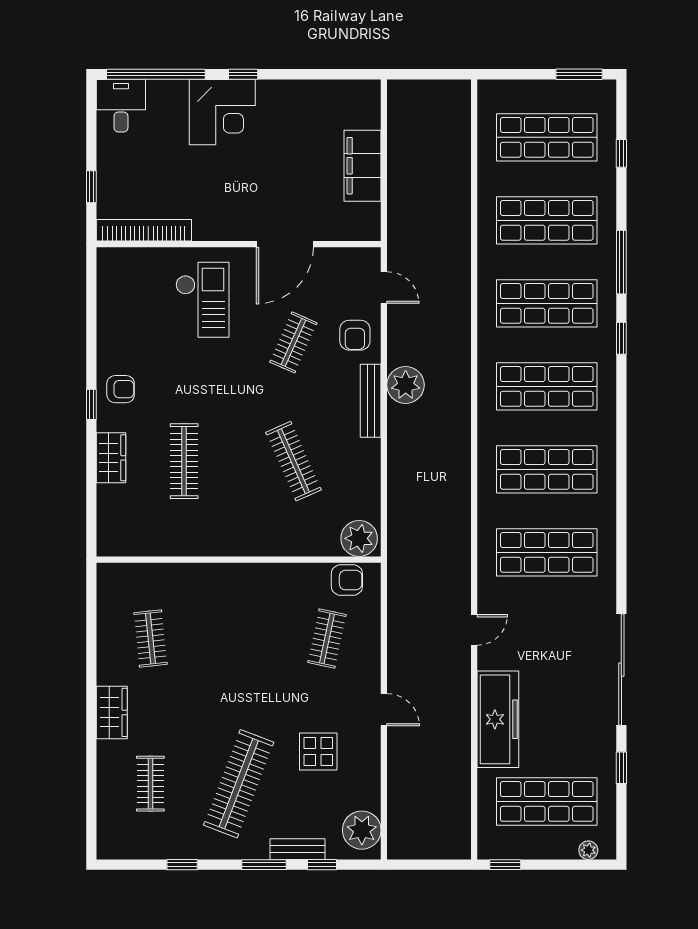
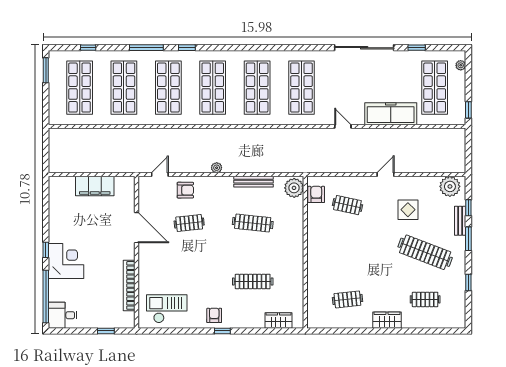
bookcase: (144, 230) -> (129, 285), moved
checkout: (202, 300) -> (167, 309), moved
clothes rail: (293, 342) -> (189, 223), turned -30
plant: (406, 385) -> (217, 168), width x0.53, depth x0.53
bench: (371, 401) -> (254, 182), moved
wardrobe: (111, 458) -> (278, 321), moved
clothes rail: (293, 461) -> (253, 223), turned 30

